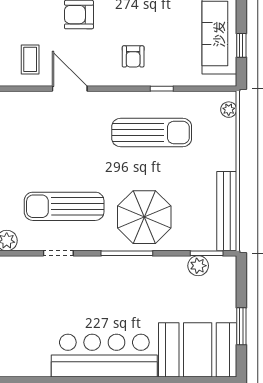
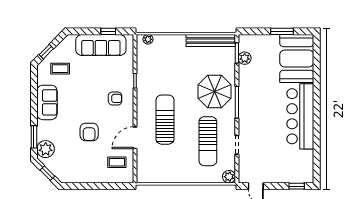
sun lounger: (152, 132) -> (165, 120), moved

